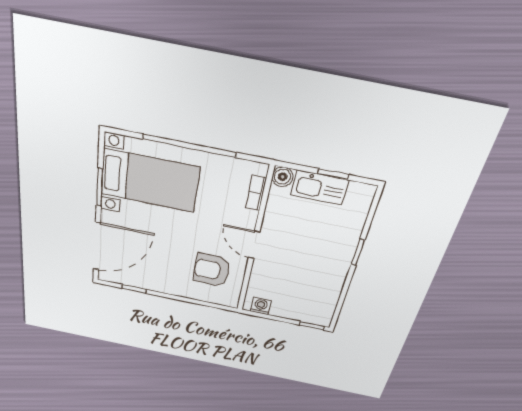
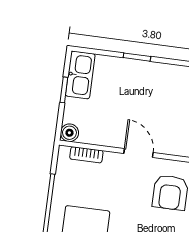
kitchen sink: (319, 188) -> (80, 75), moved
door: (254, 245) -> (138, 153), swing flipped

